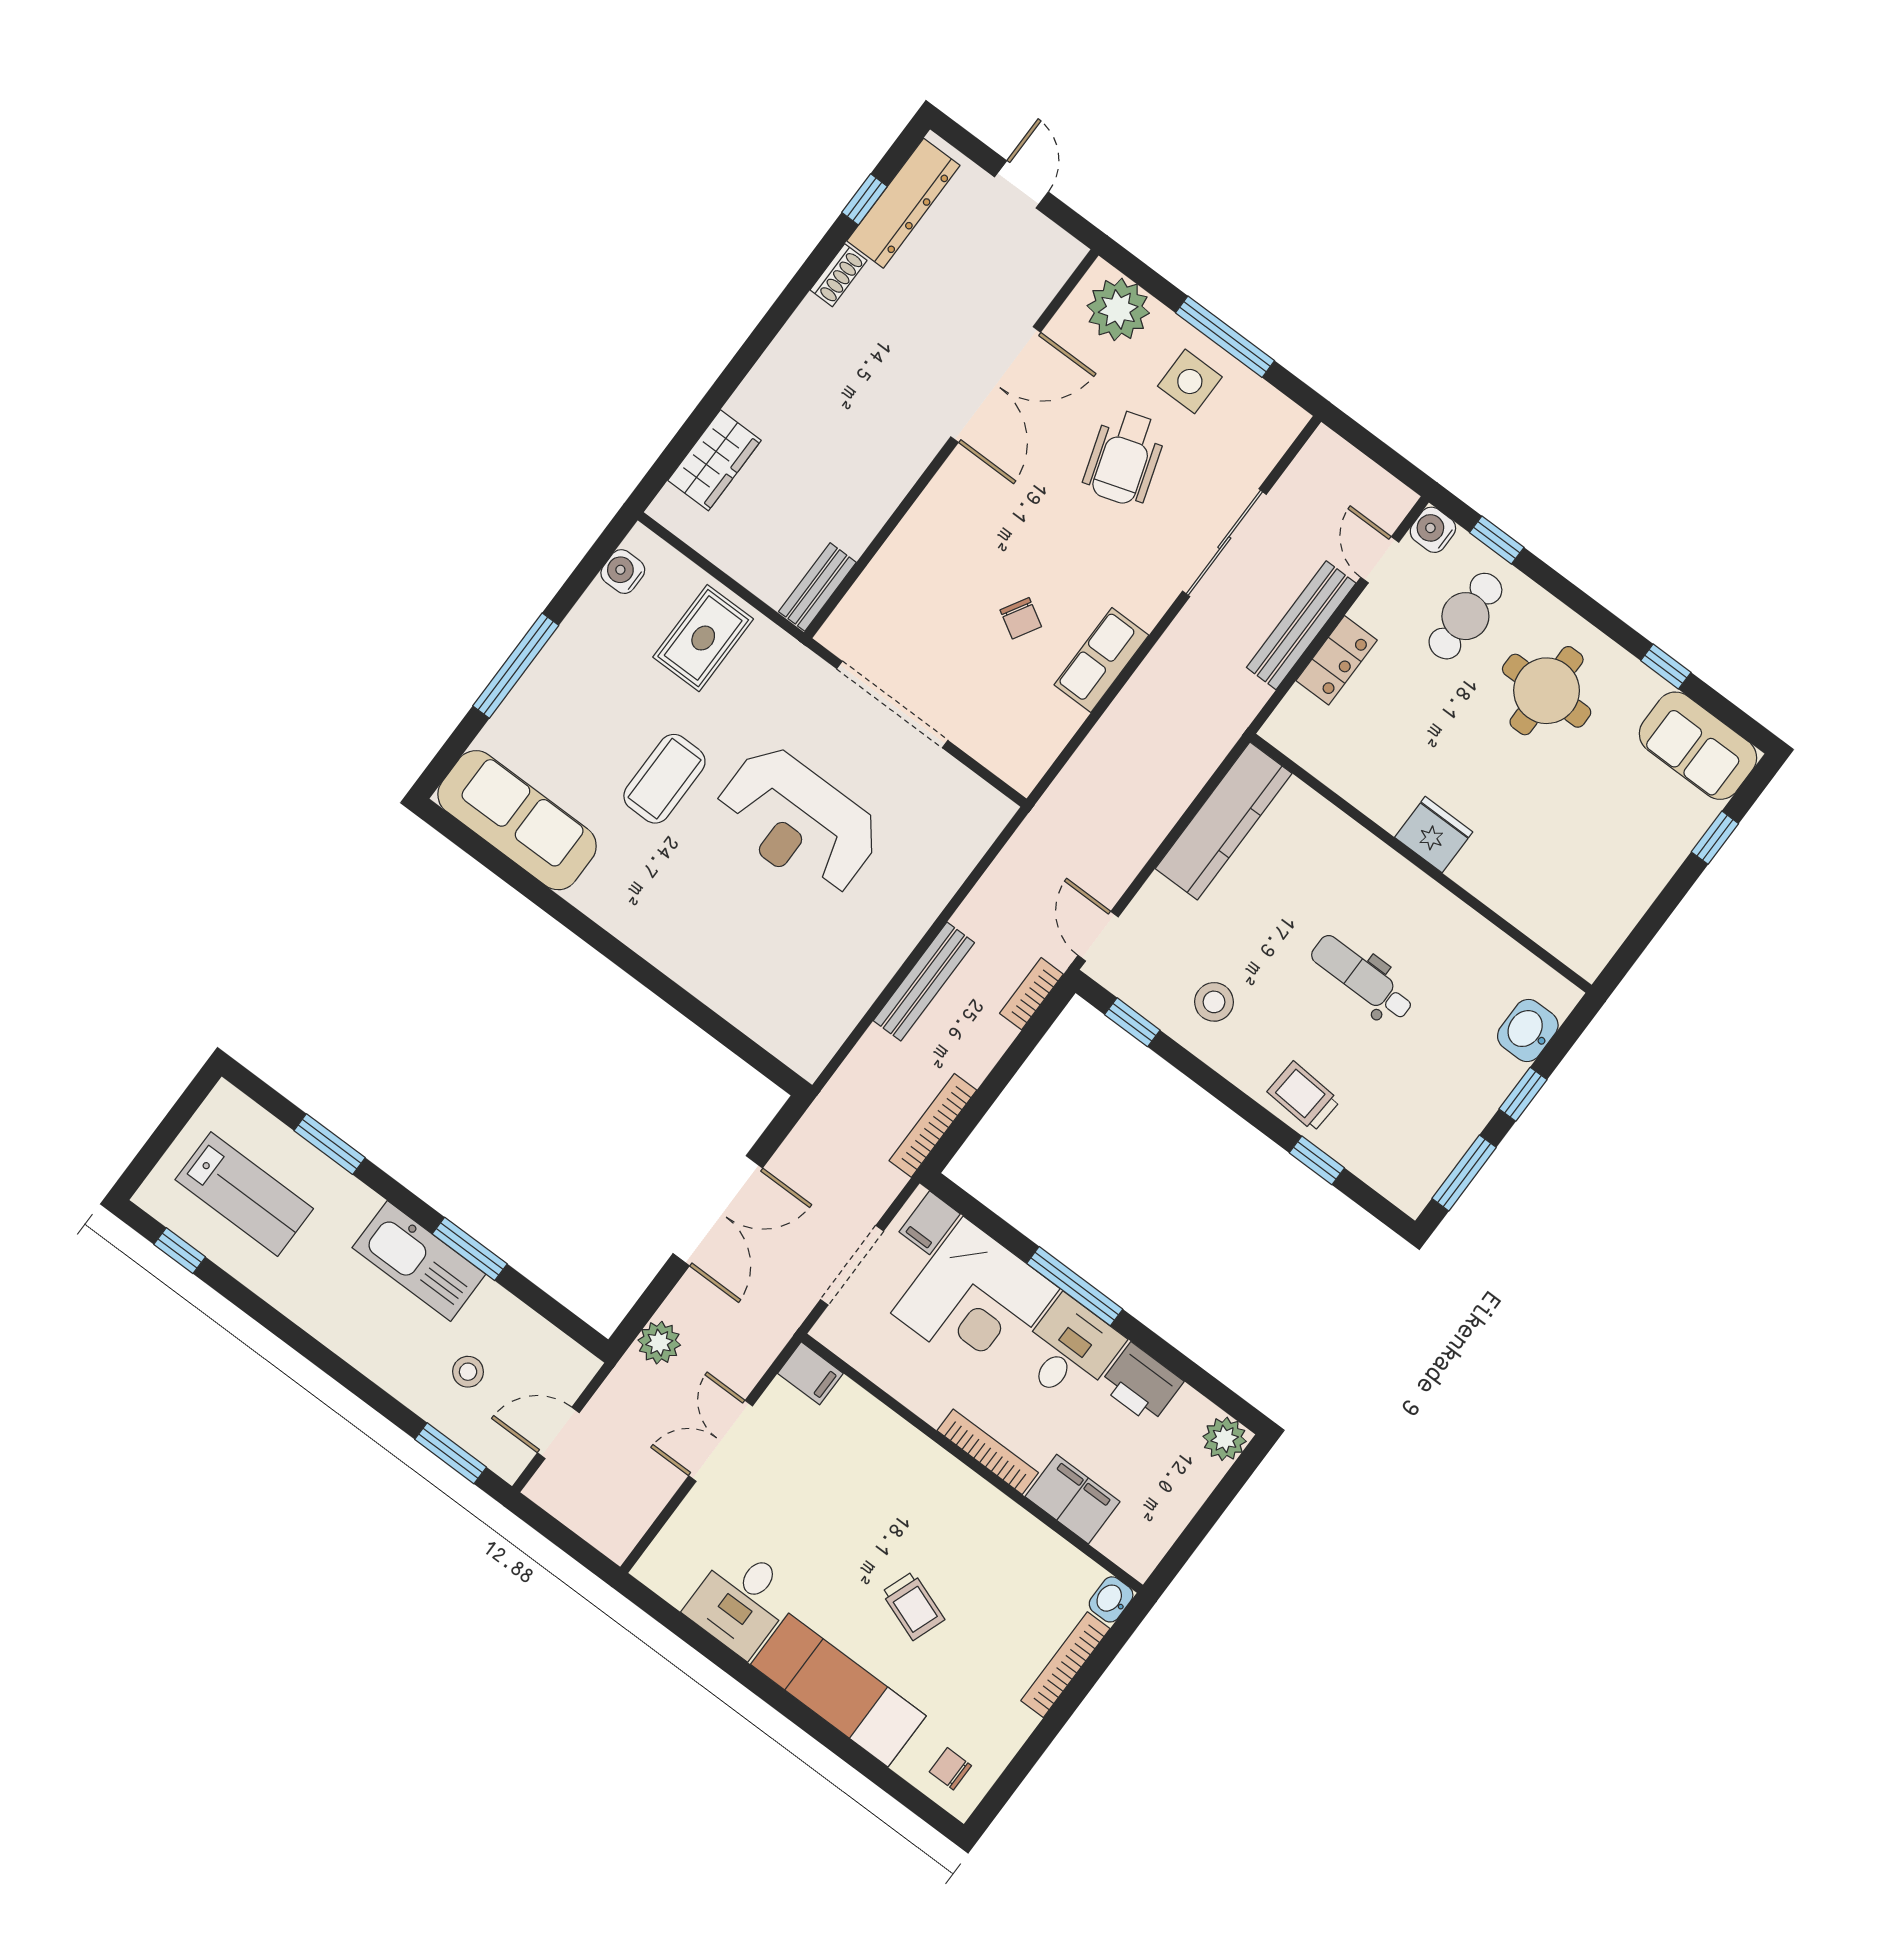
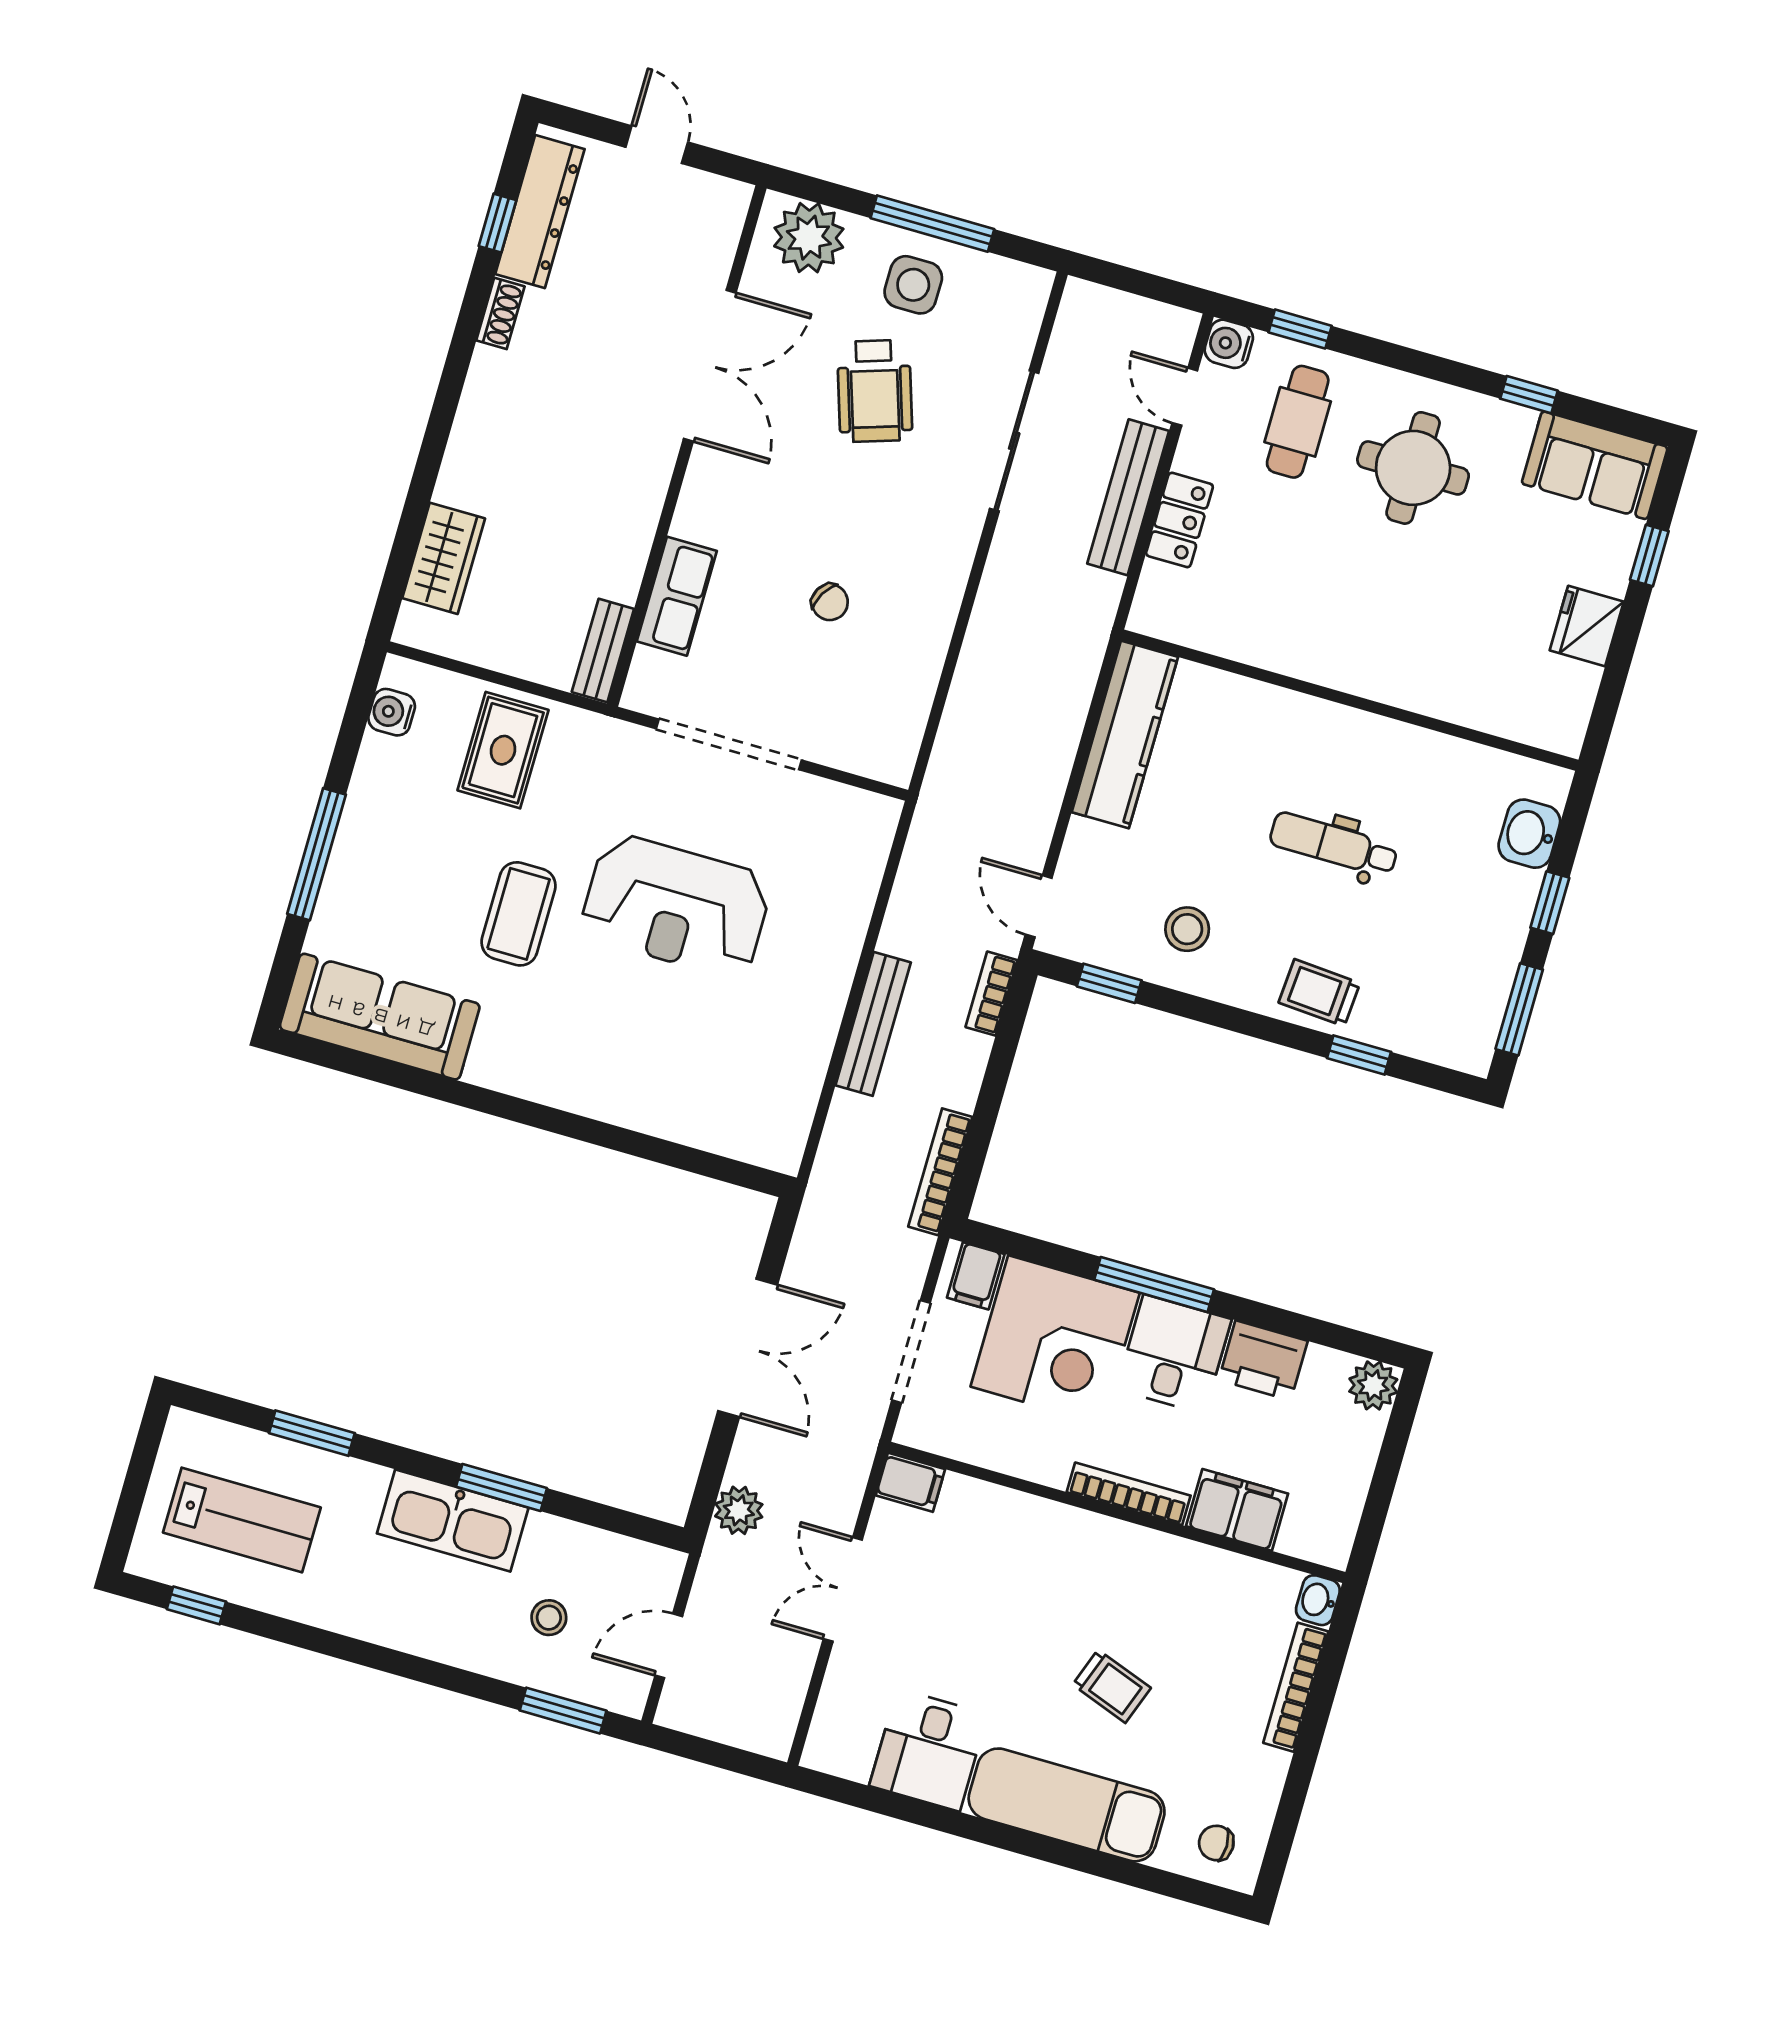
row of seats: (1101, 660) -> (677, 596), moved, turned 180
fridge: (1434, 835) -> (1587, 626), moved, turned -90

